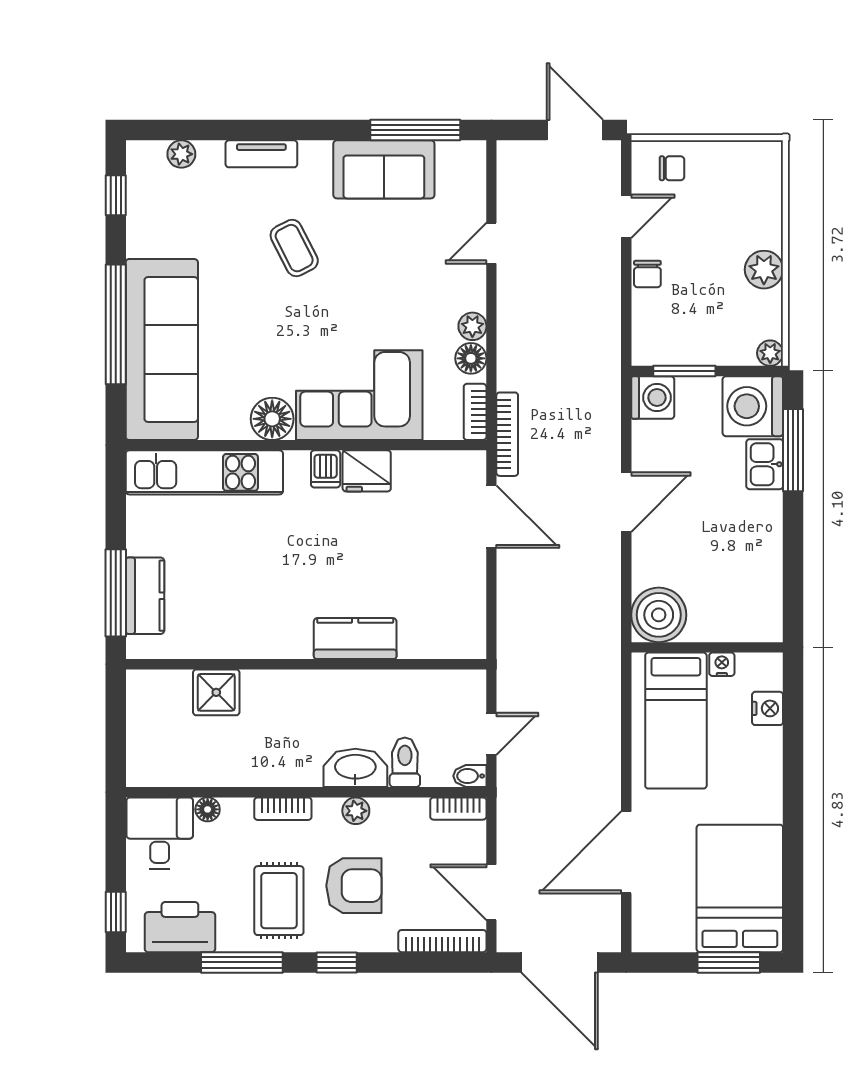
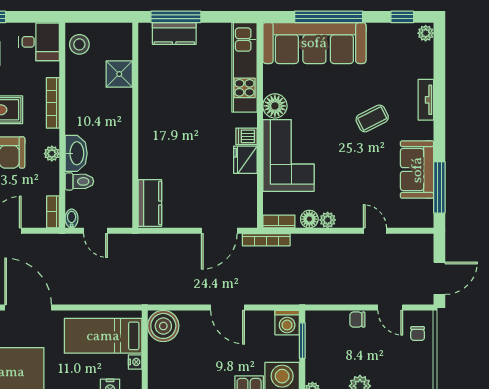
plant: (181, 154) -> (426, 33), moved
kitchen counter: (355, 639) -> (150, 203), moved
stool: (164, 762) -> (79, 44), added
floor lamp: (208, 809) -> (53, 69), removed
bookcase: (283, 809) -> (53, 103), width x1.56

